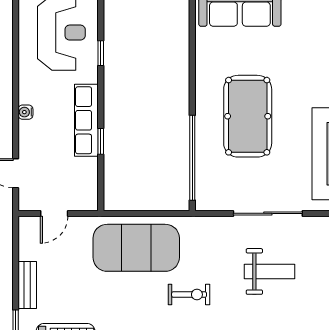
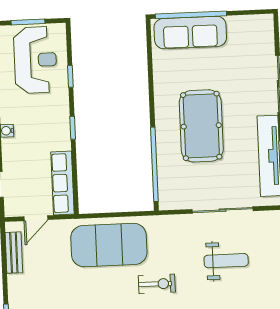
row of seats: (86, 120) -> (63, 183), moved
window: (101, 141) -> (73, 128), moved
bench: (27, 285) -> (14, 253), moved

